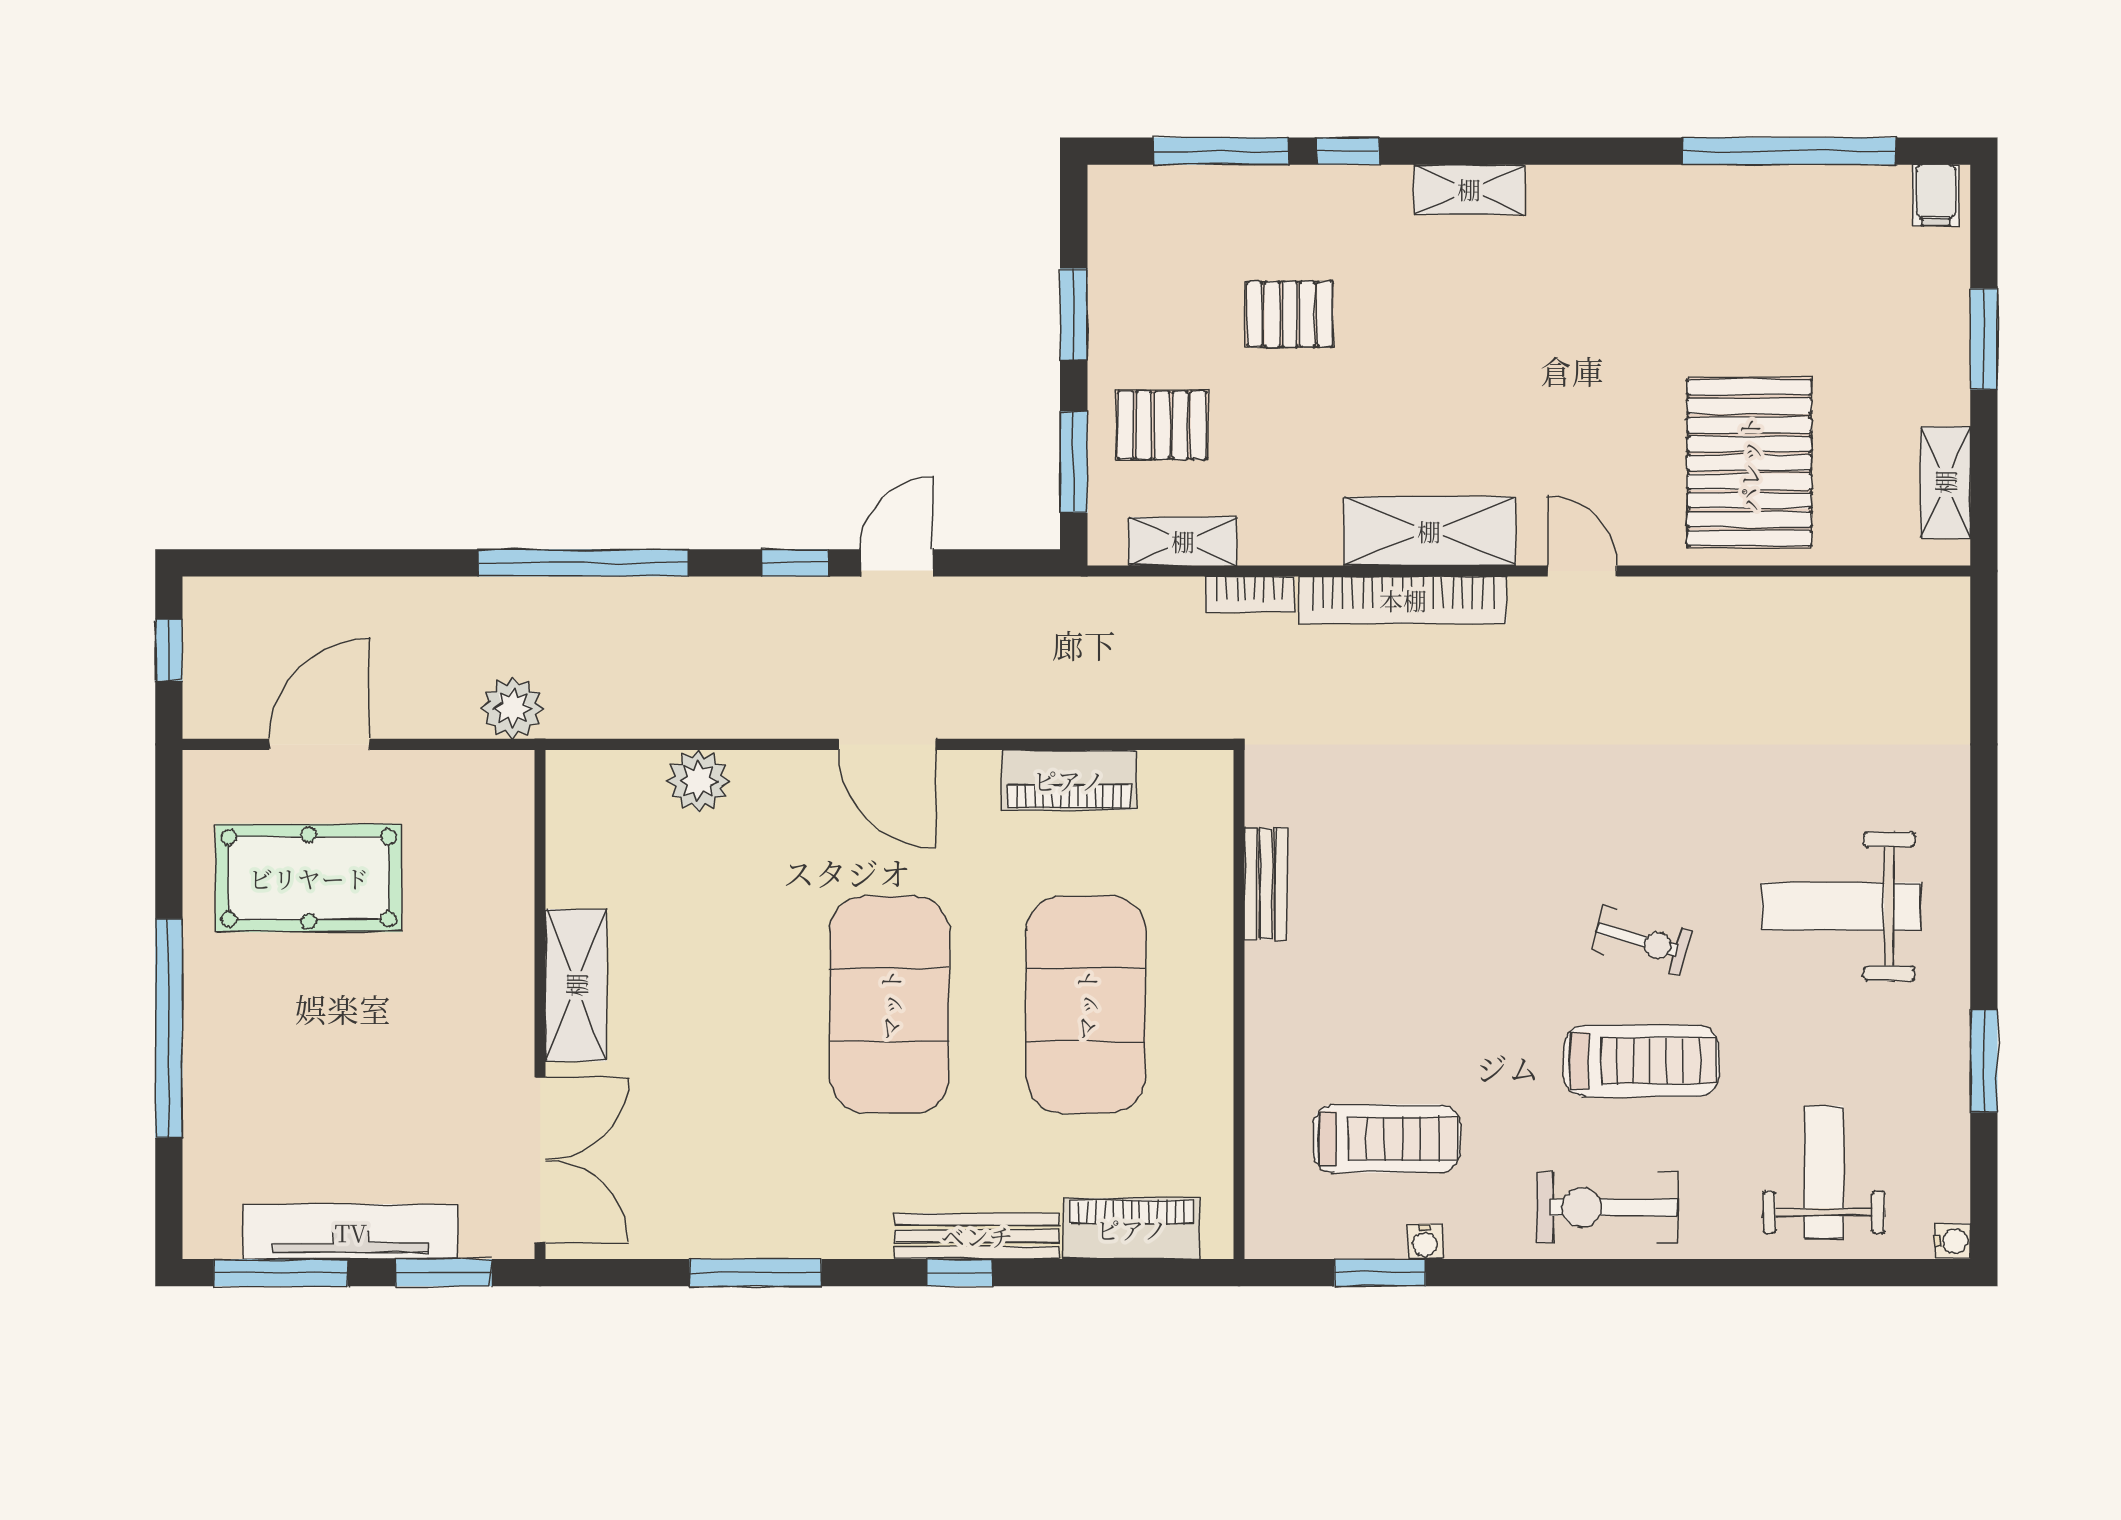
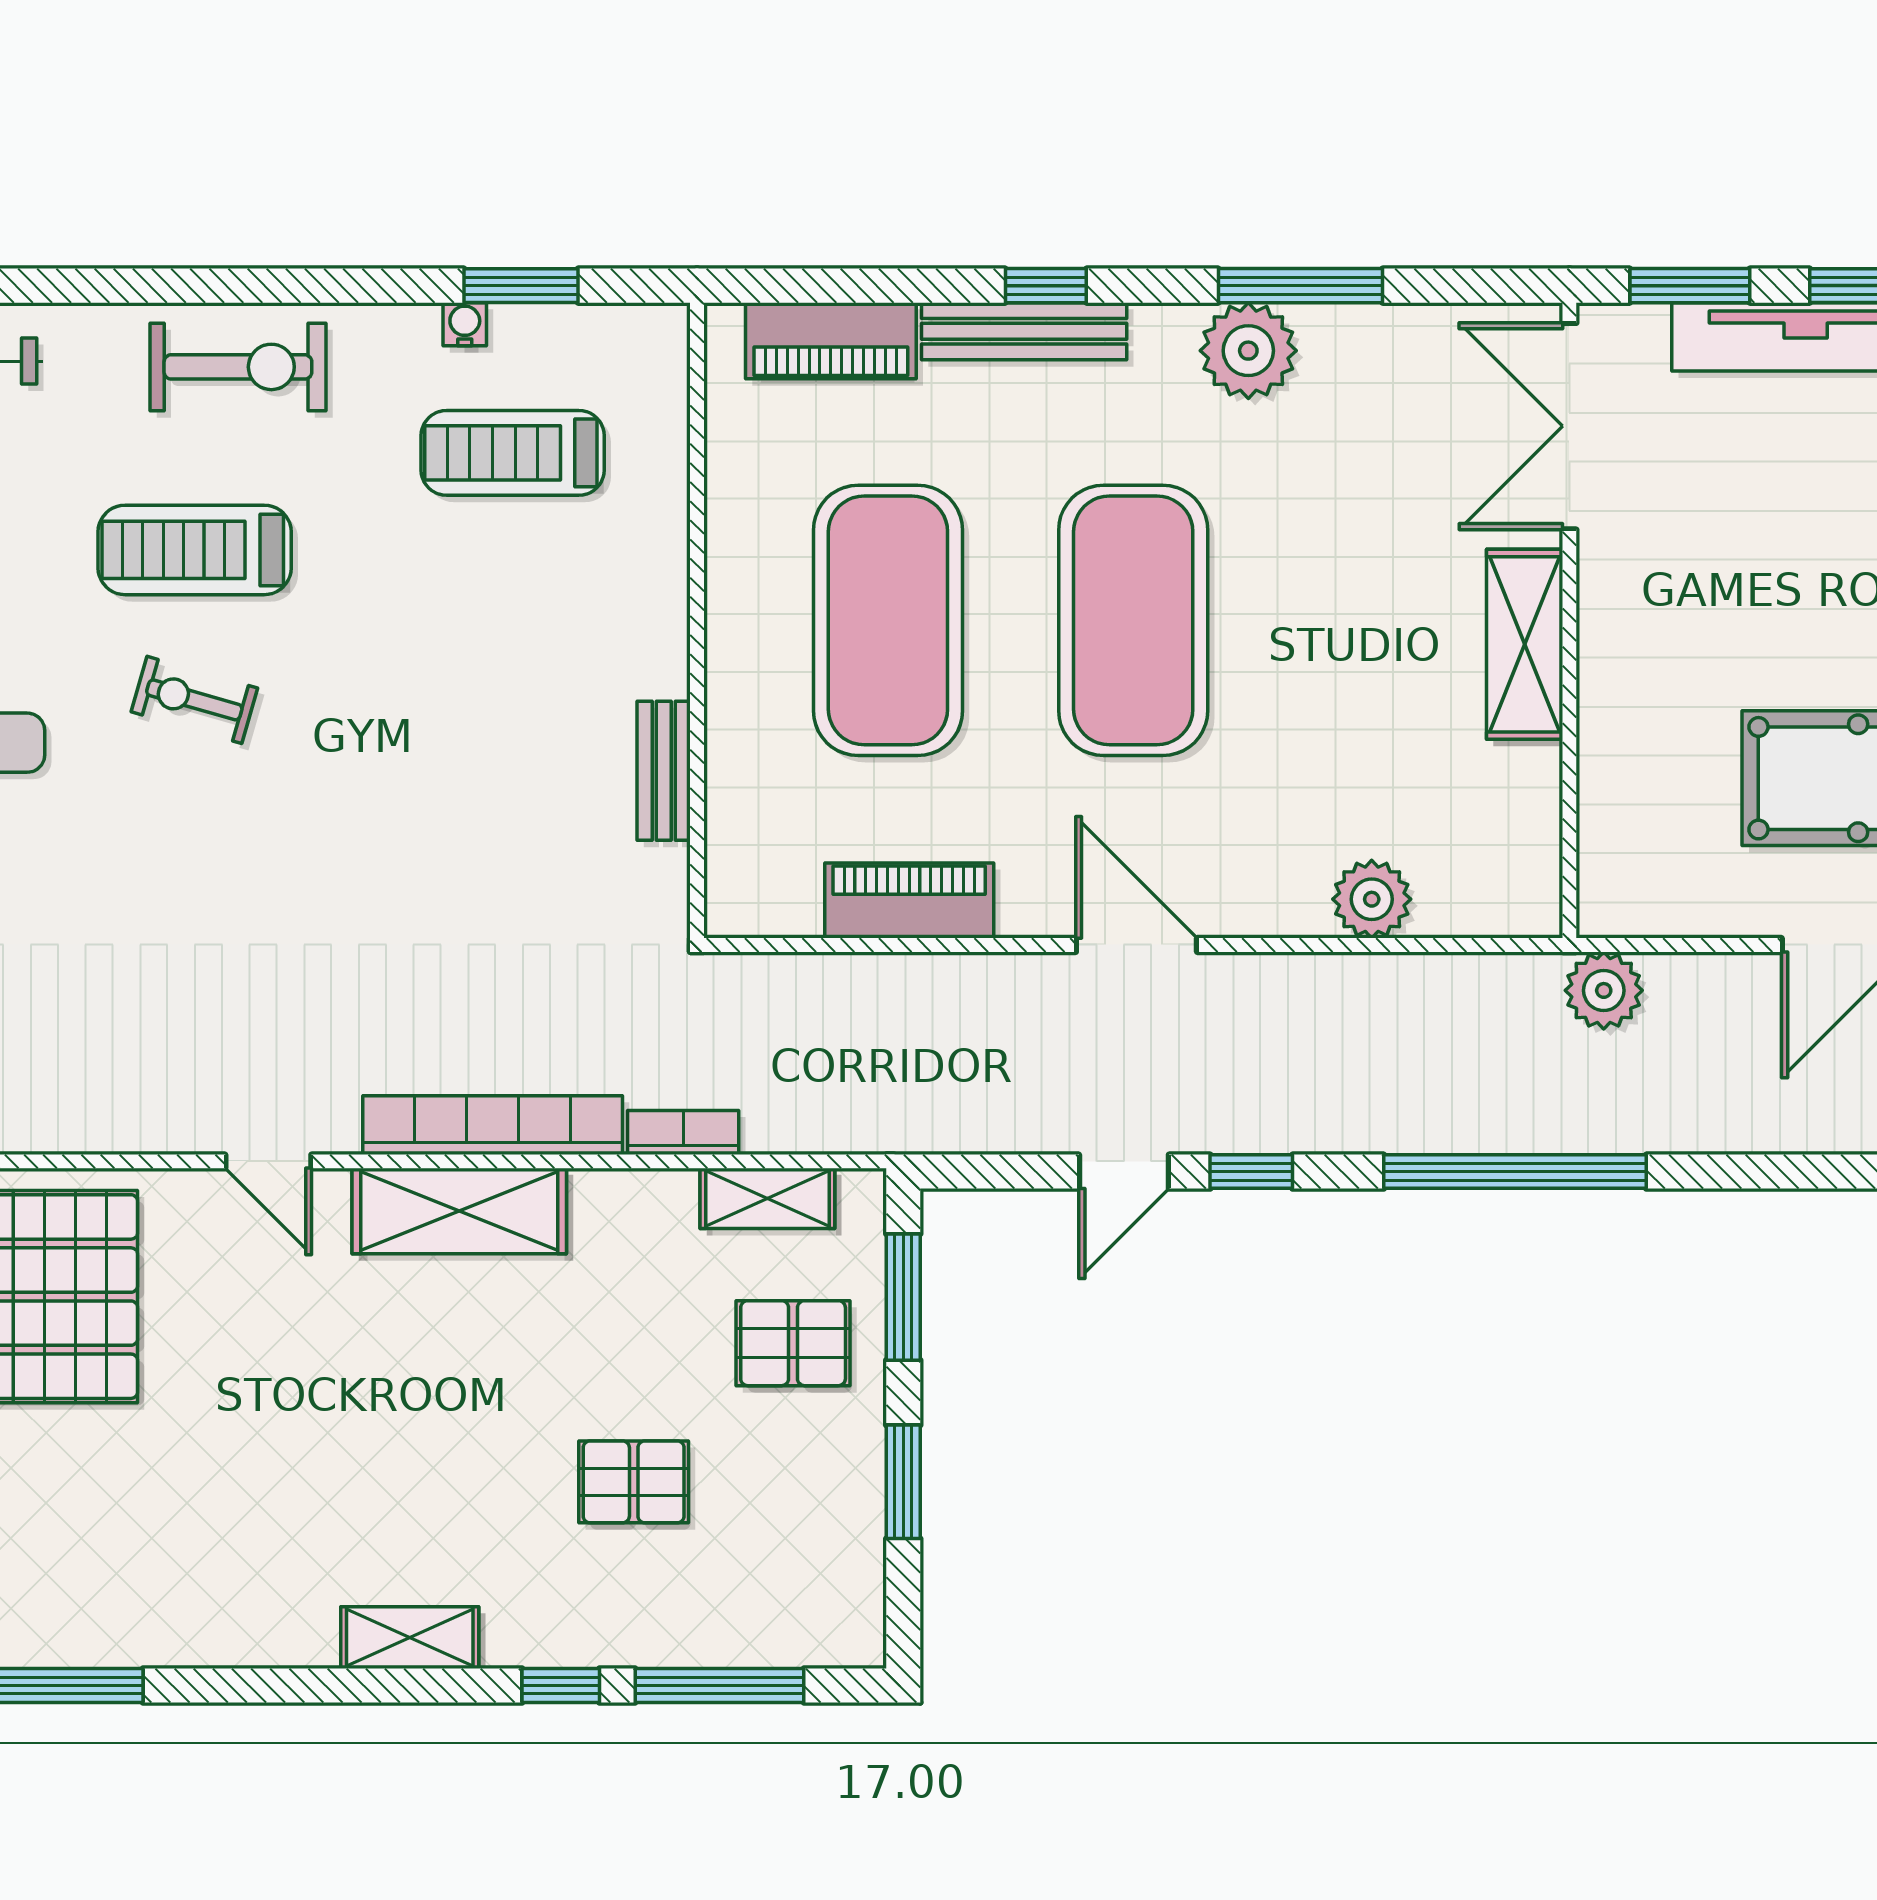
plant: (797, 1221) -> (1248, 351), added

